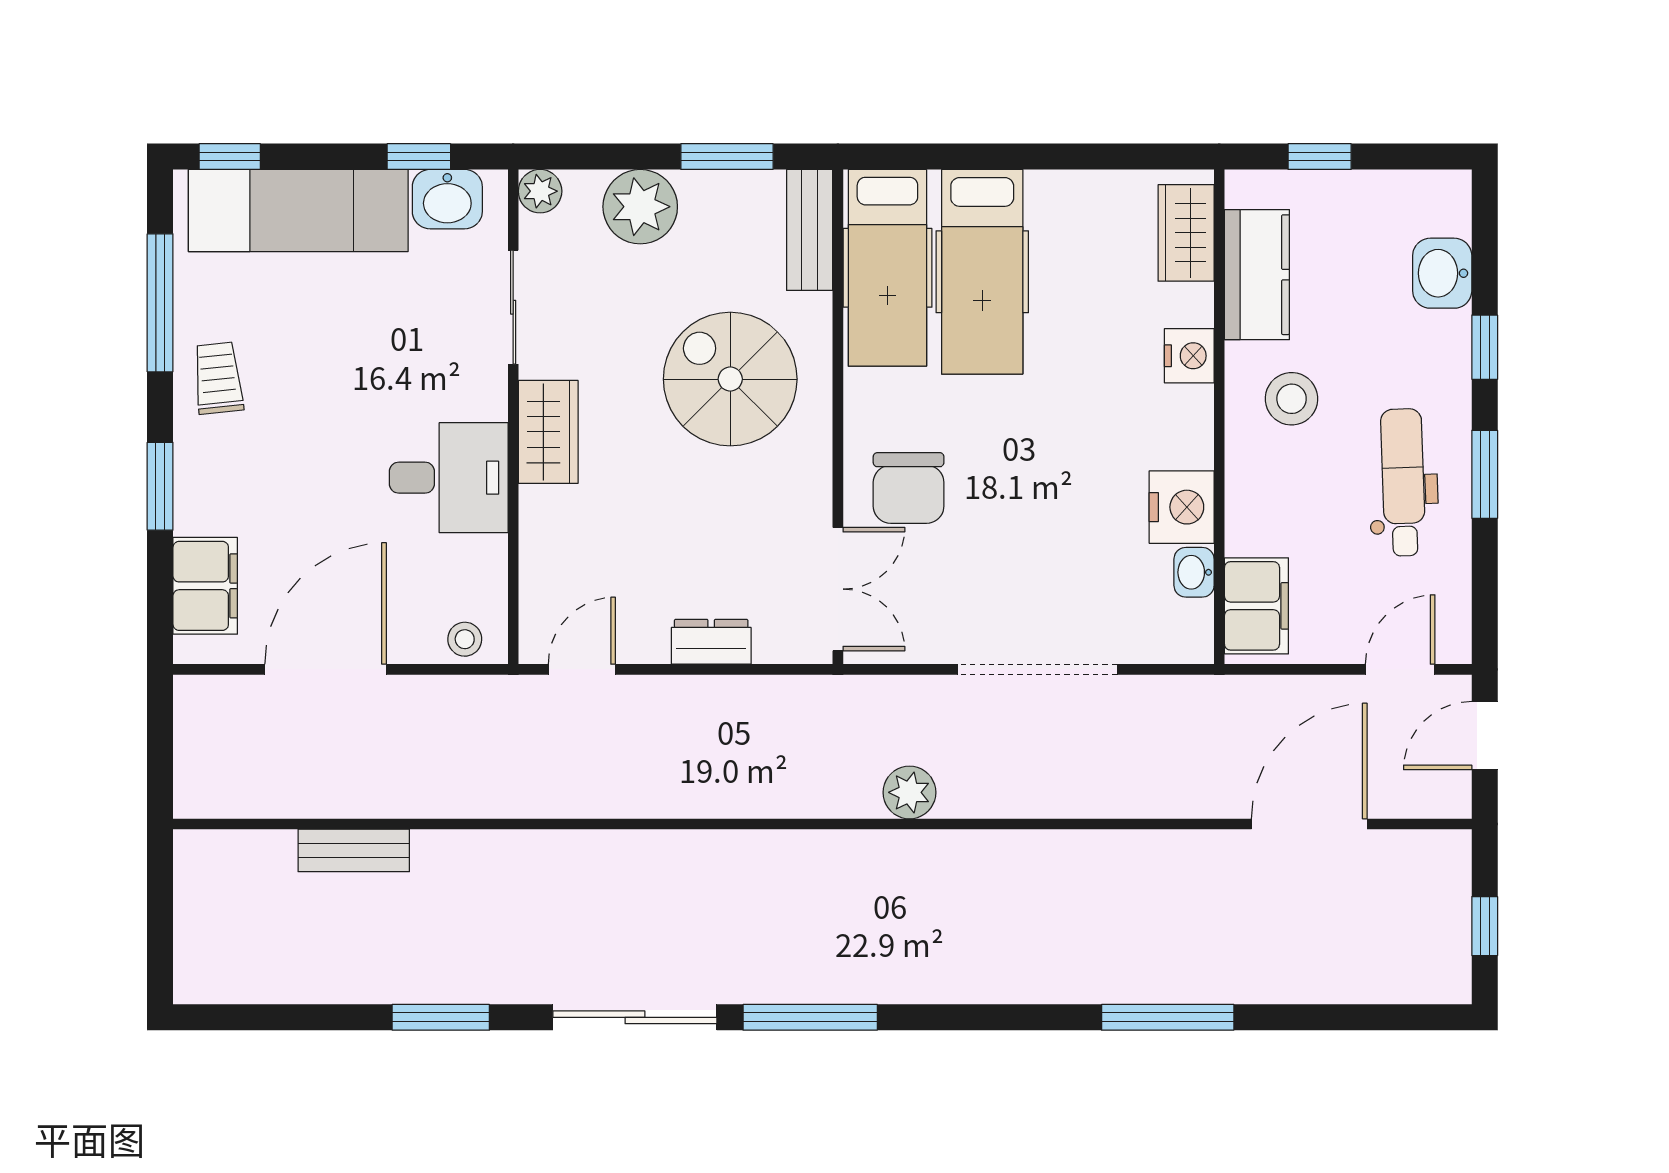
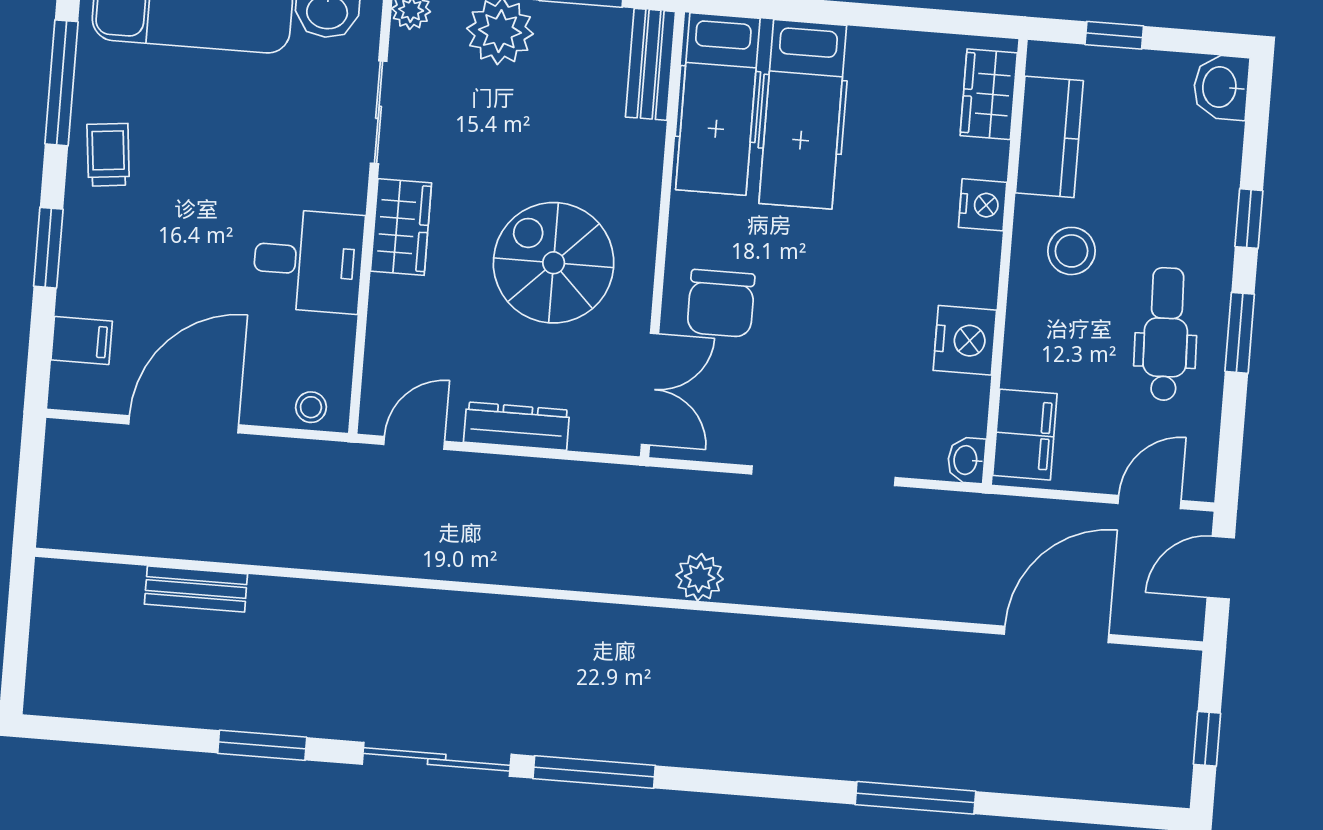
washbasin: (1442, 273) -> (1221, 87), moved
spiral stairs: (730, 379) -> (554, 263), moved
washbasin: (1194, 572) -> (966, 460), moved
filing cabinet: (205, 586) -> (82, 341), width x0.50
dresser: (711, 642) -> (517, 426), width x1.44

